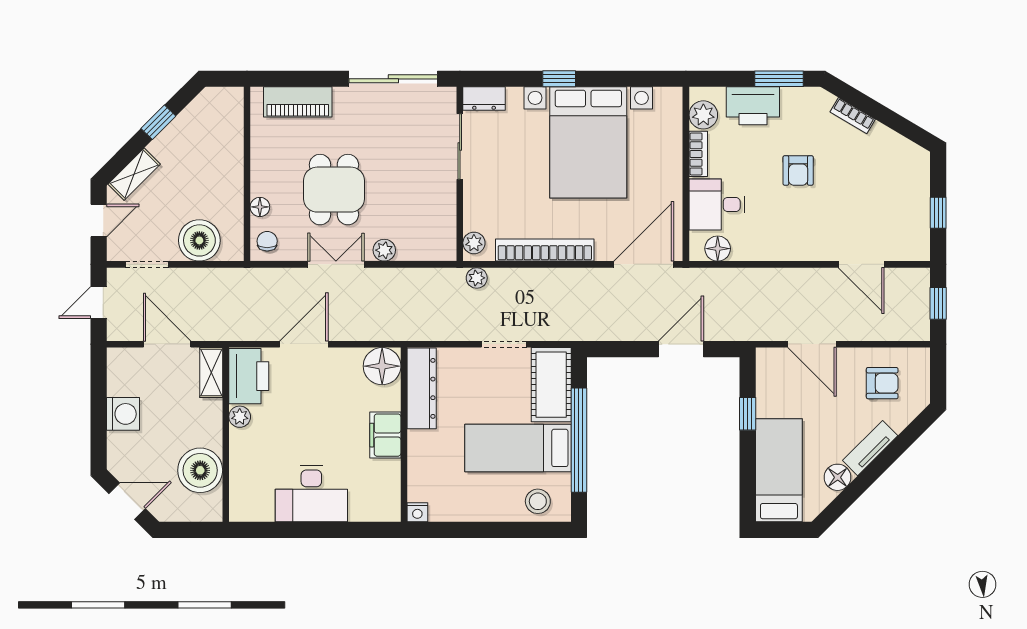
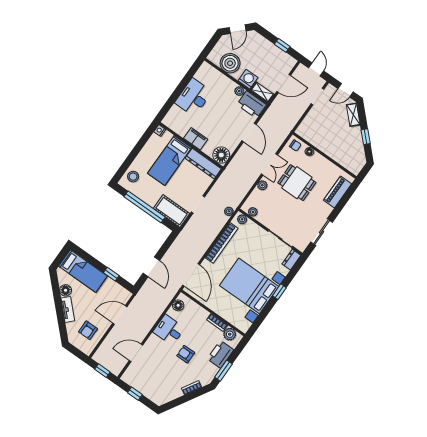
sliding door: (393, 79) -> (322, 232), width x0.73
desk: (717, 204) -> (169, 330), moved, turned -90
door: (99, 220) -> (346, 90), hinge flipped
plant: (446, 233) -> (253, 212), added
boiler: (199, 240) -> (313, 121), removed
window: (99, 397) -> (282, 45), added
washing machine: (123, 414) -> (248, 79), moved, turned 180
bed: (518, 448) -> (169, 160), moved, turned 180

